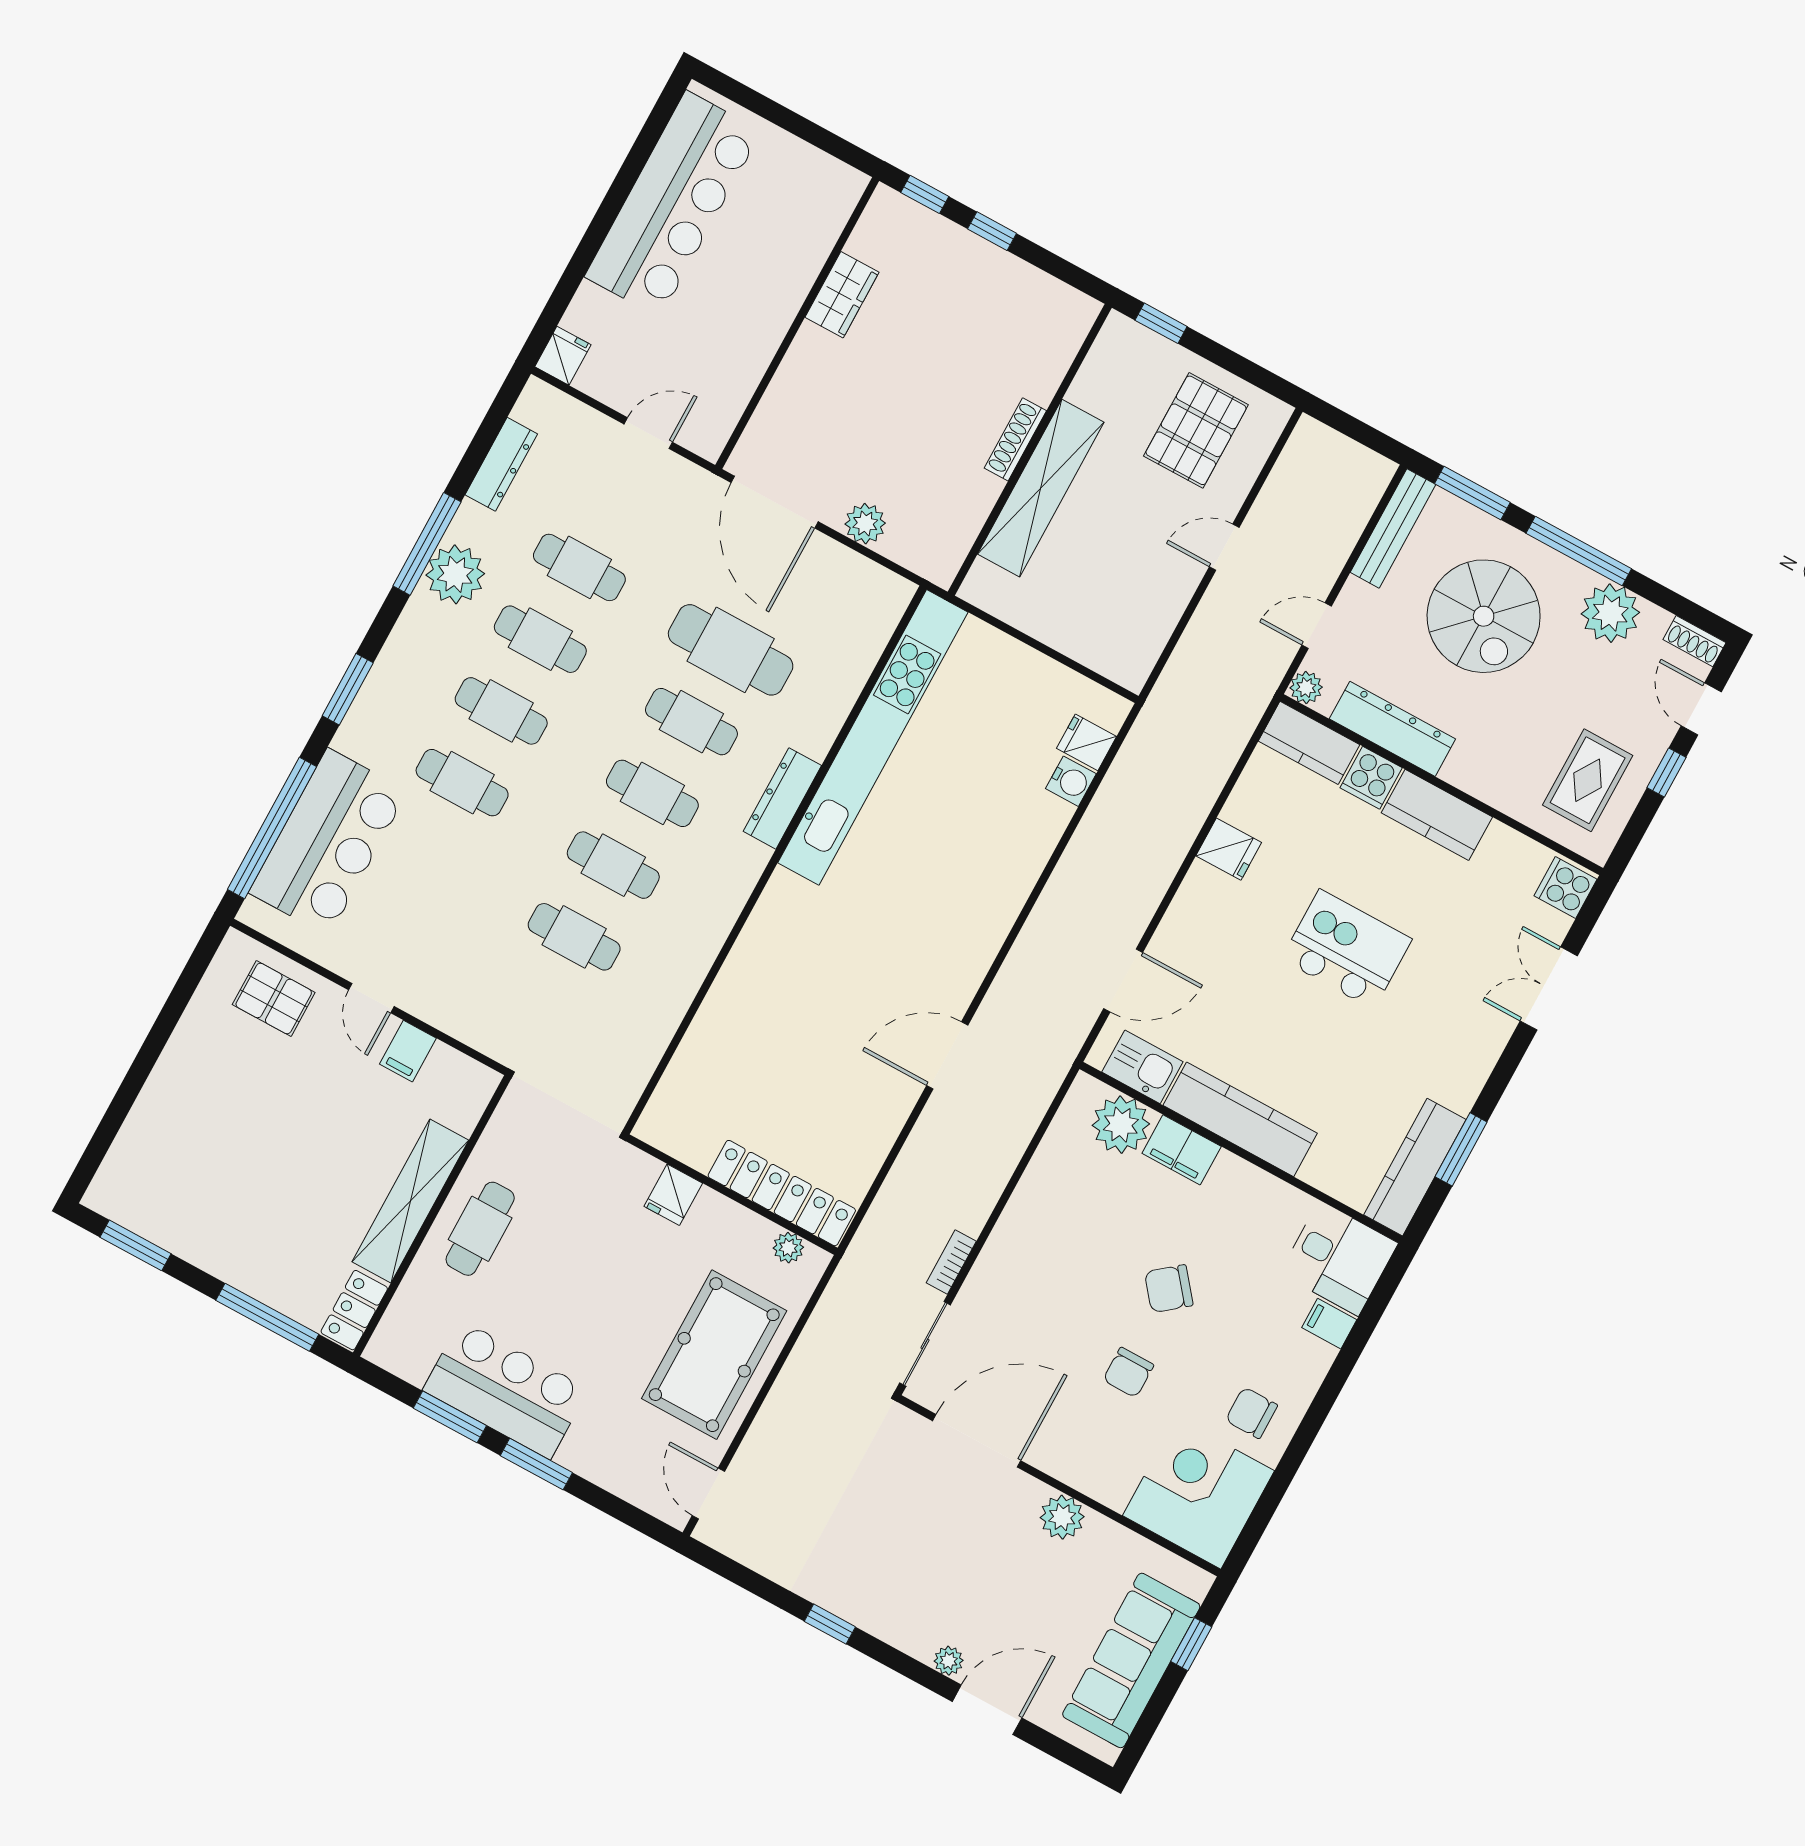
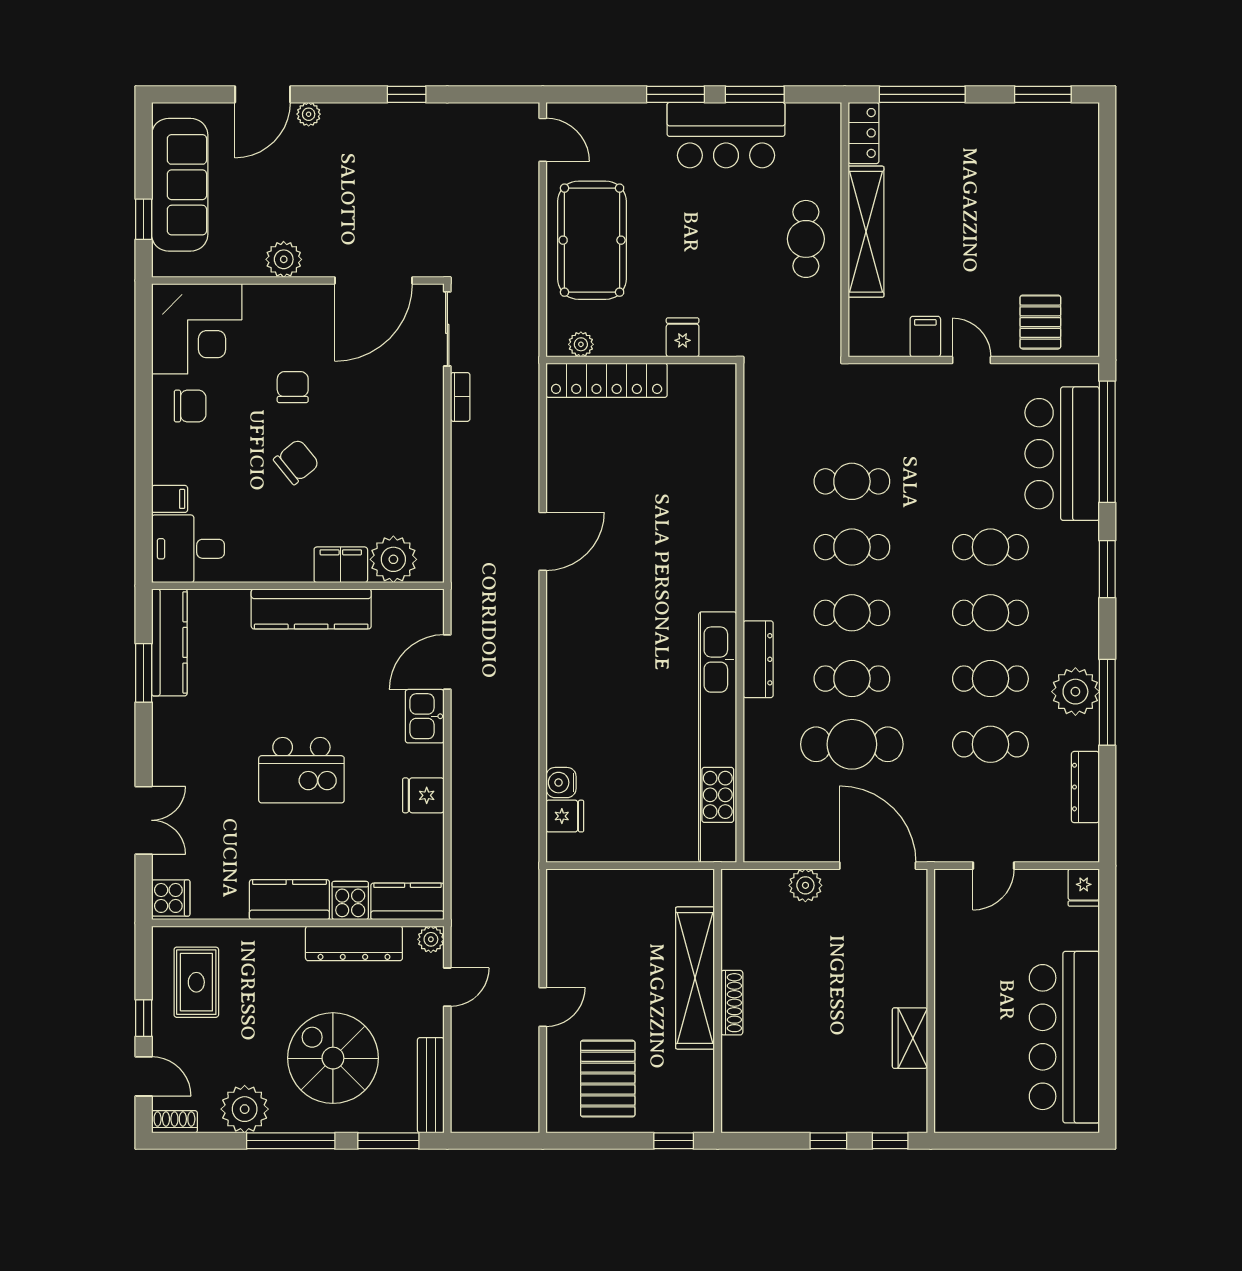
pallet: (274, 998) -> (1040, 322), turned 90
kitchen sink: (1142, 1067) -> (425, 716), moved, turned 90

